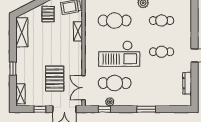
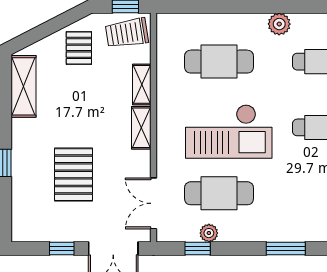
pallet: (55, 79) -> (73, 175), moved
shelving: (20, 94) -> (141, 128), moved

